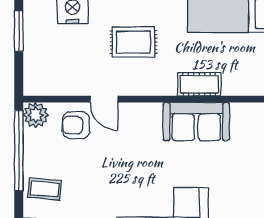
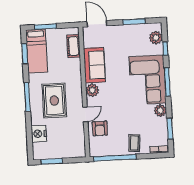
rug: (134, 42) -> (54, 101), width x1.36, depth x1.43
cot: (199, 84) -> (74, 46), moved
plant: (36, 115) -> (92, 90), moved

